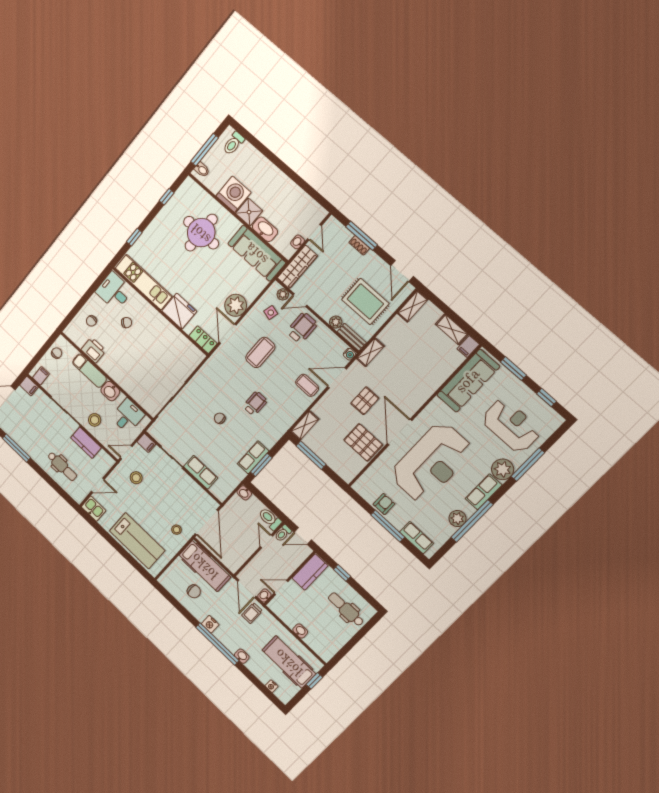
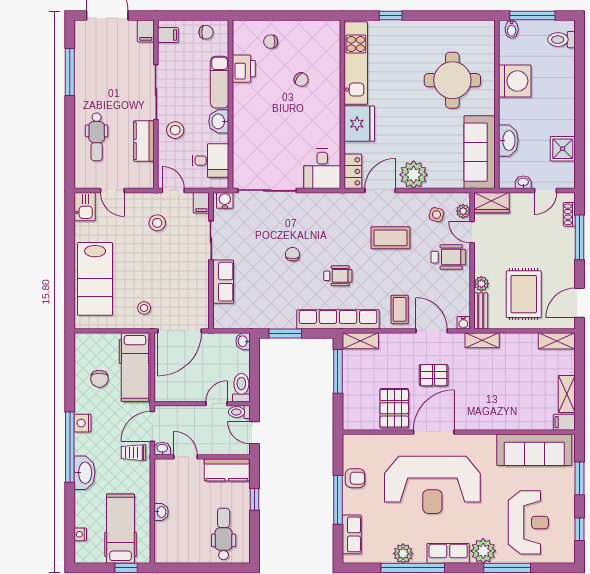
window: (167, 197) -> (457, 16), removed
shower: (249, 212) -> (563, 149), moved
shoe rack: (359, 245) -> (569, 214), moved
wardrobe: (297, 267) -> (492, 203), width x0.67
desk: (114, 291) -> (322, 169), moved, turned 180
water cooler: (156, 429) -> (225, 200), added
row of seats: (253, 457) -> (338, 319), moved, width x2.02
washbasin: (242, 656) -> (85, 473), width x1.91, depth x1.45

